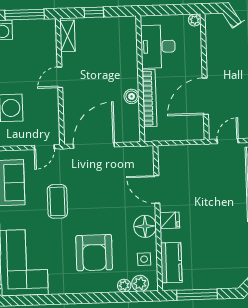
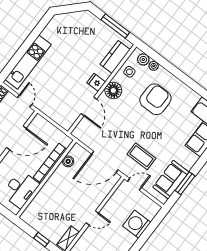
boiler: (132, 96) -> (68, 161), moved
door: (228, 141) -> (25, 101), swing flipped
coffee table: (57, 201) -> (141, 156), moved, turned 90

